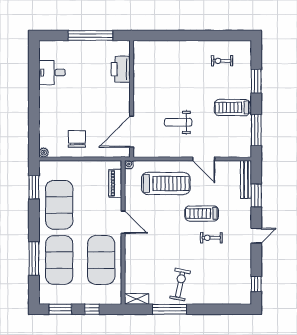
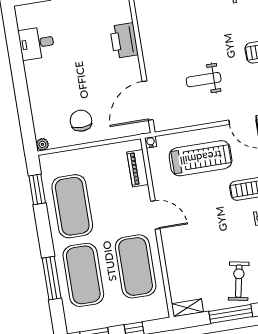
printer: (121, 69) -> (124, 40), moved

